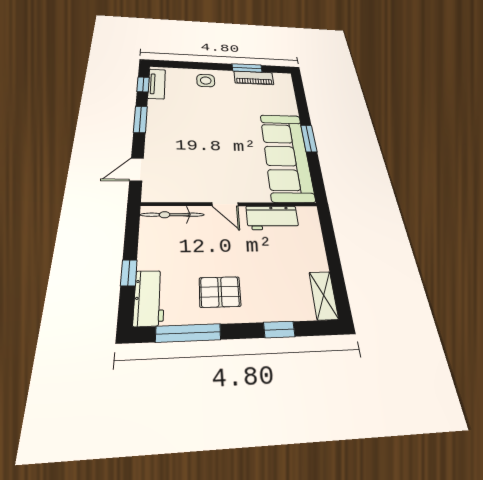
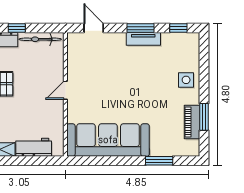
tv unit: (157, 84) -> (143, 39), moved
window: (309, 138) -> (159, 161), moved
bicycle: (172, 215) -> (40, 39), moved, turned -90
workbench: (272, 218) -> (34, 147), moved, turned 90

